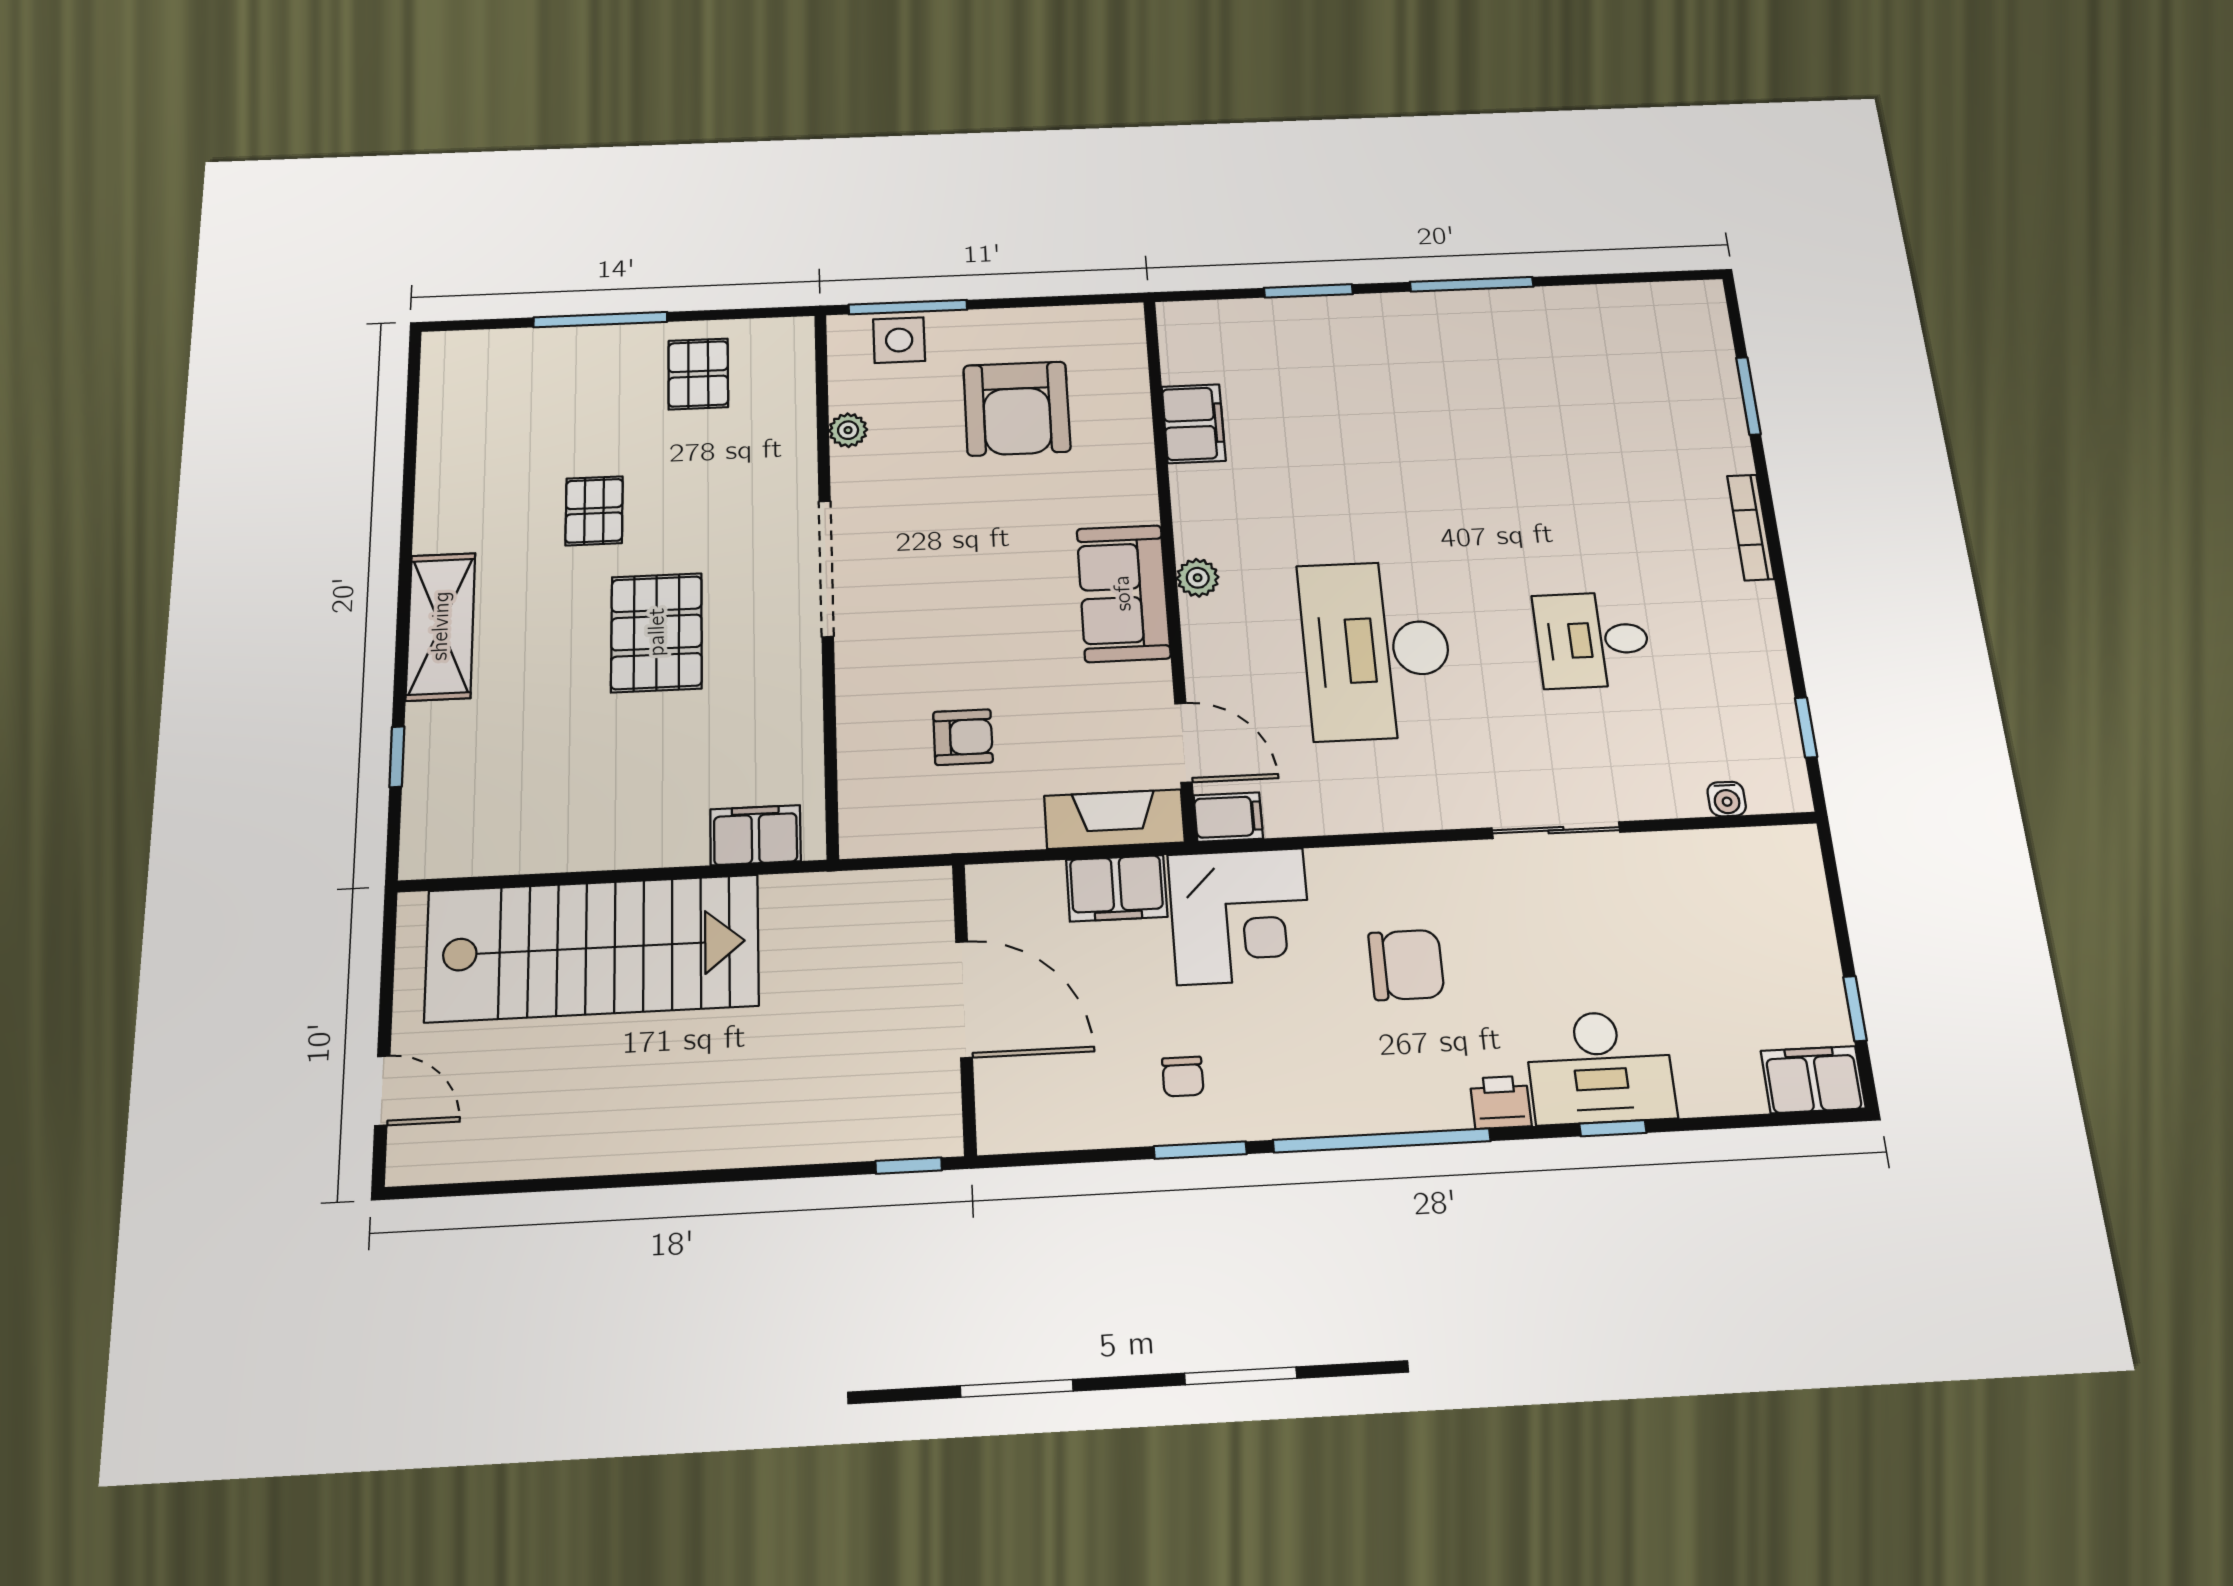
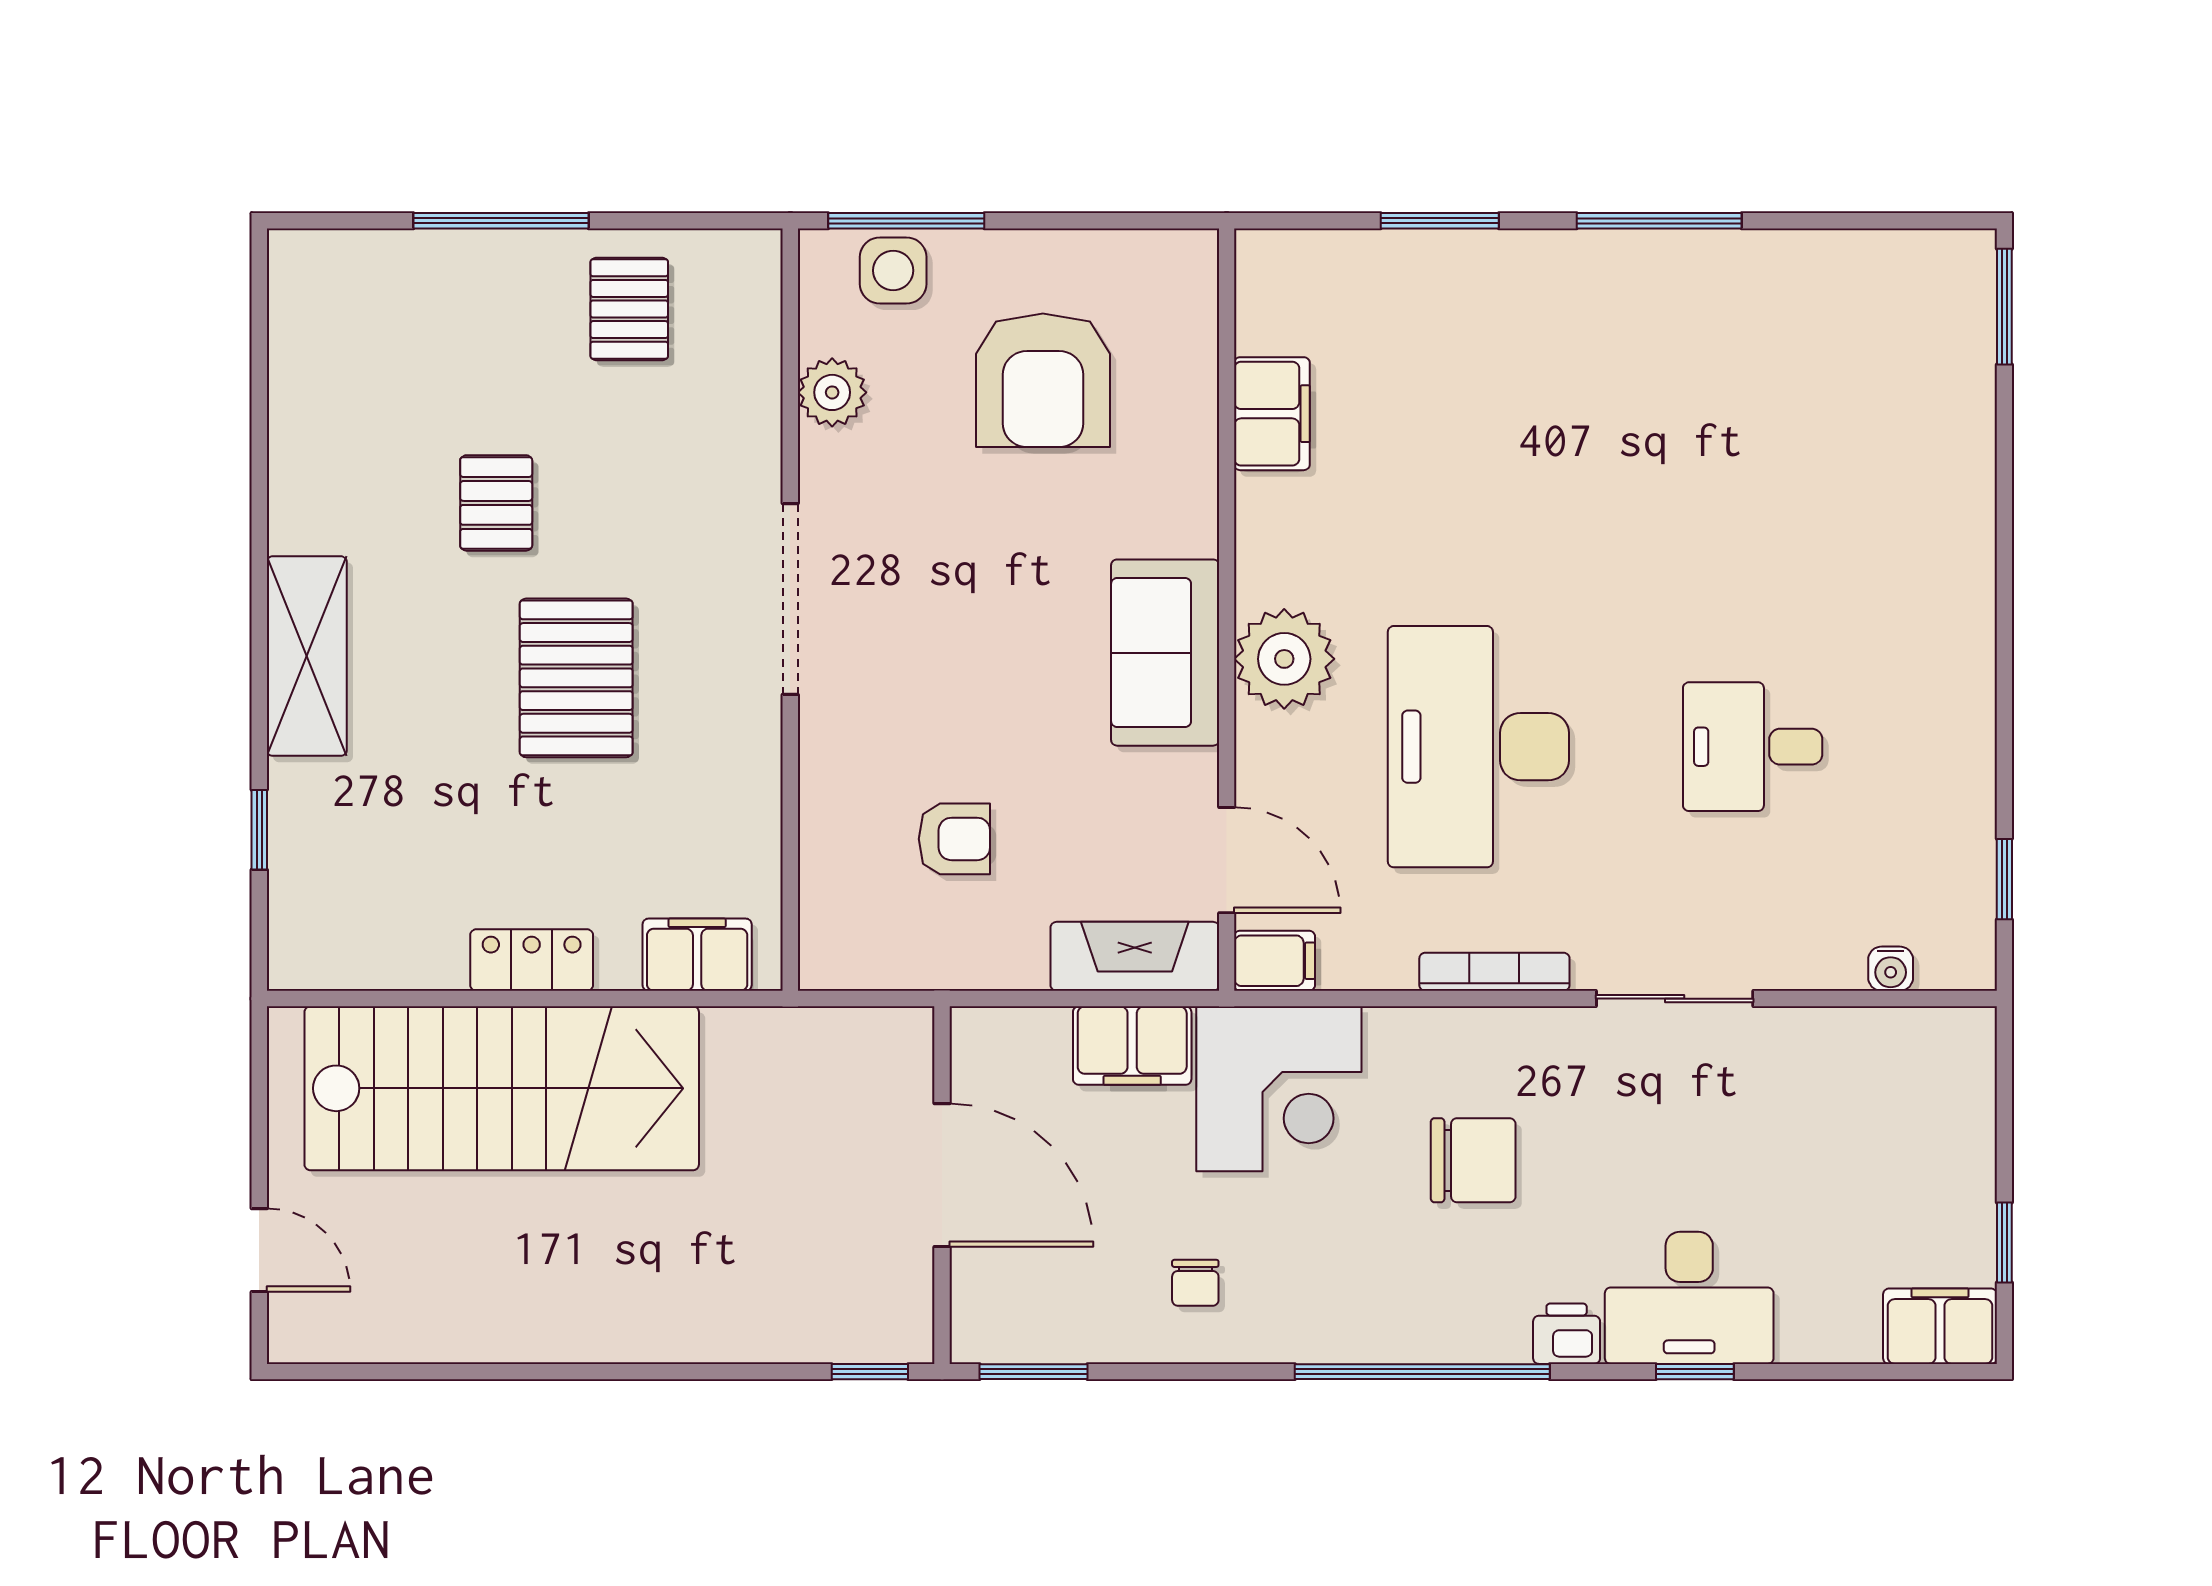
window: (1748, 396) -> (2004, 307), moved
plant: (848, 430) -> (832, 392), width x1.38, depth x1.38
bookcase: (1750, 527) -> (1494, 972), moved, turned 90
plant: (1198, 578) -> (1284, 659), width x1.87, depth x1.87
locker: (619, 846) -> (532, 960), added
window: (1200, 1150) -> (1033, 1372), moved

